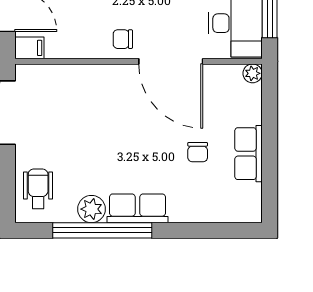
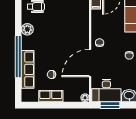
row of seats: (137, 208) -> (28, 69), moved, width x1.48
window: (102, 230) -> (18, 57), moved

